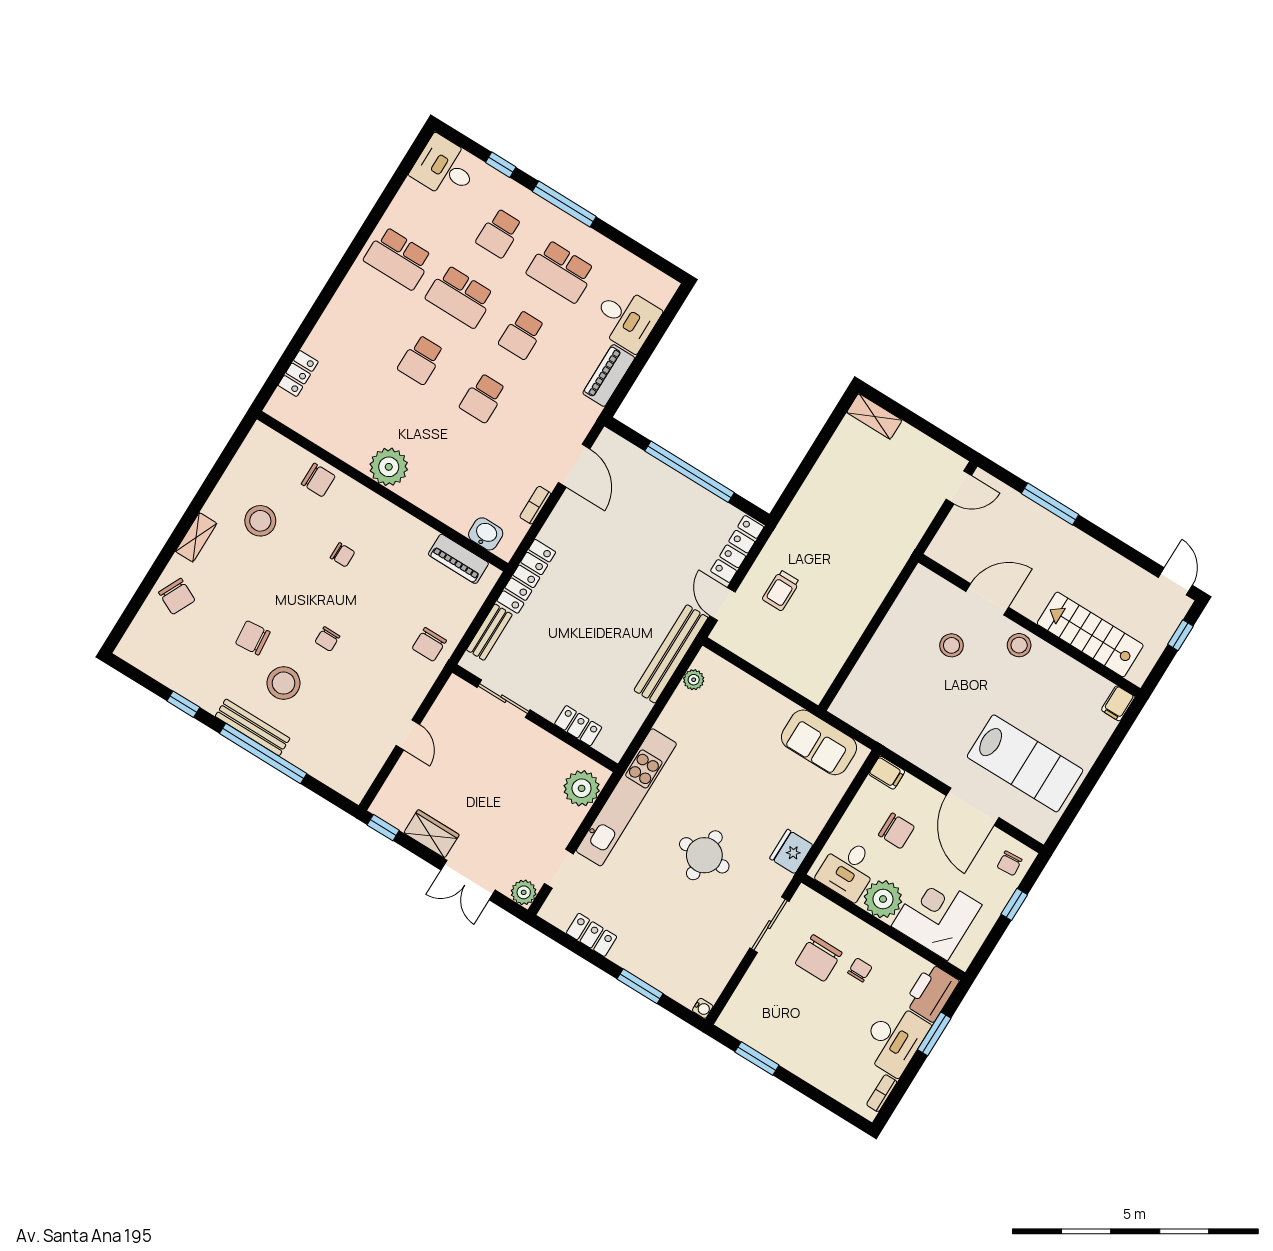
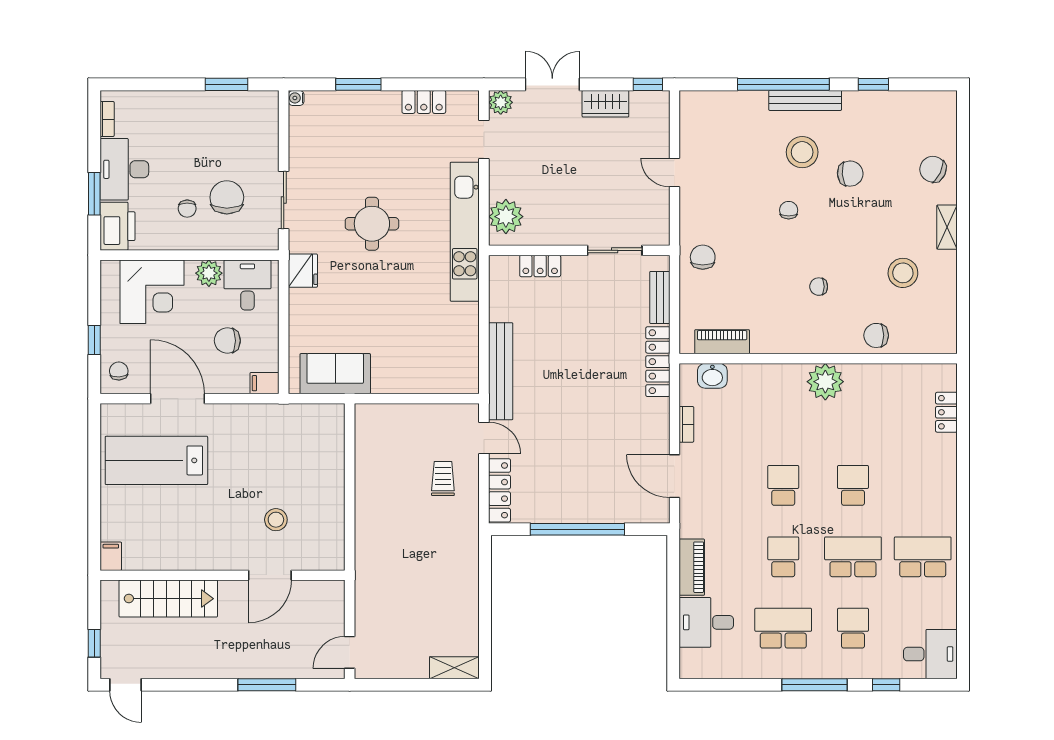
stool: (1019, 645) -> (221, 554), removed
plant: (694, 680) -> (469, 362), removed
plant: (883, 899) -> (209, 273), width x0.73, depth x0.73

